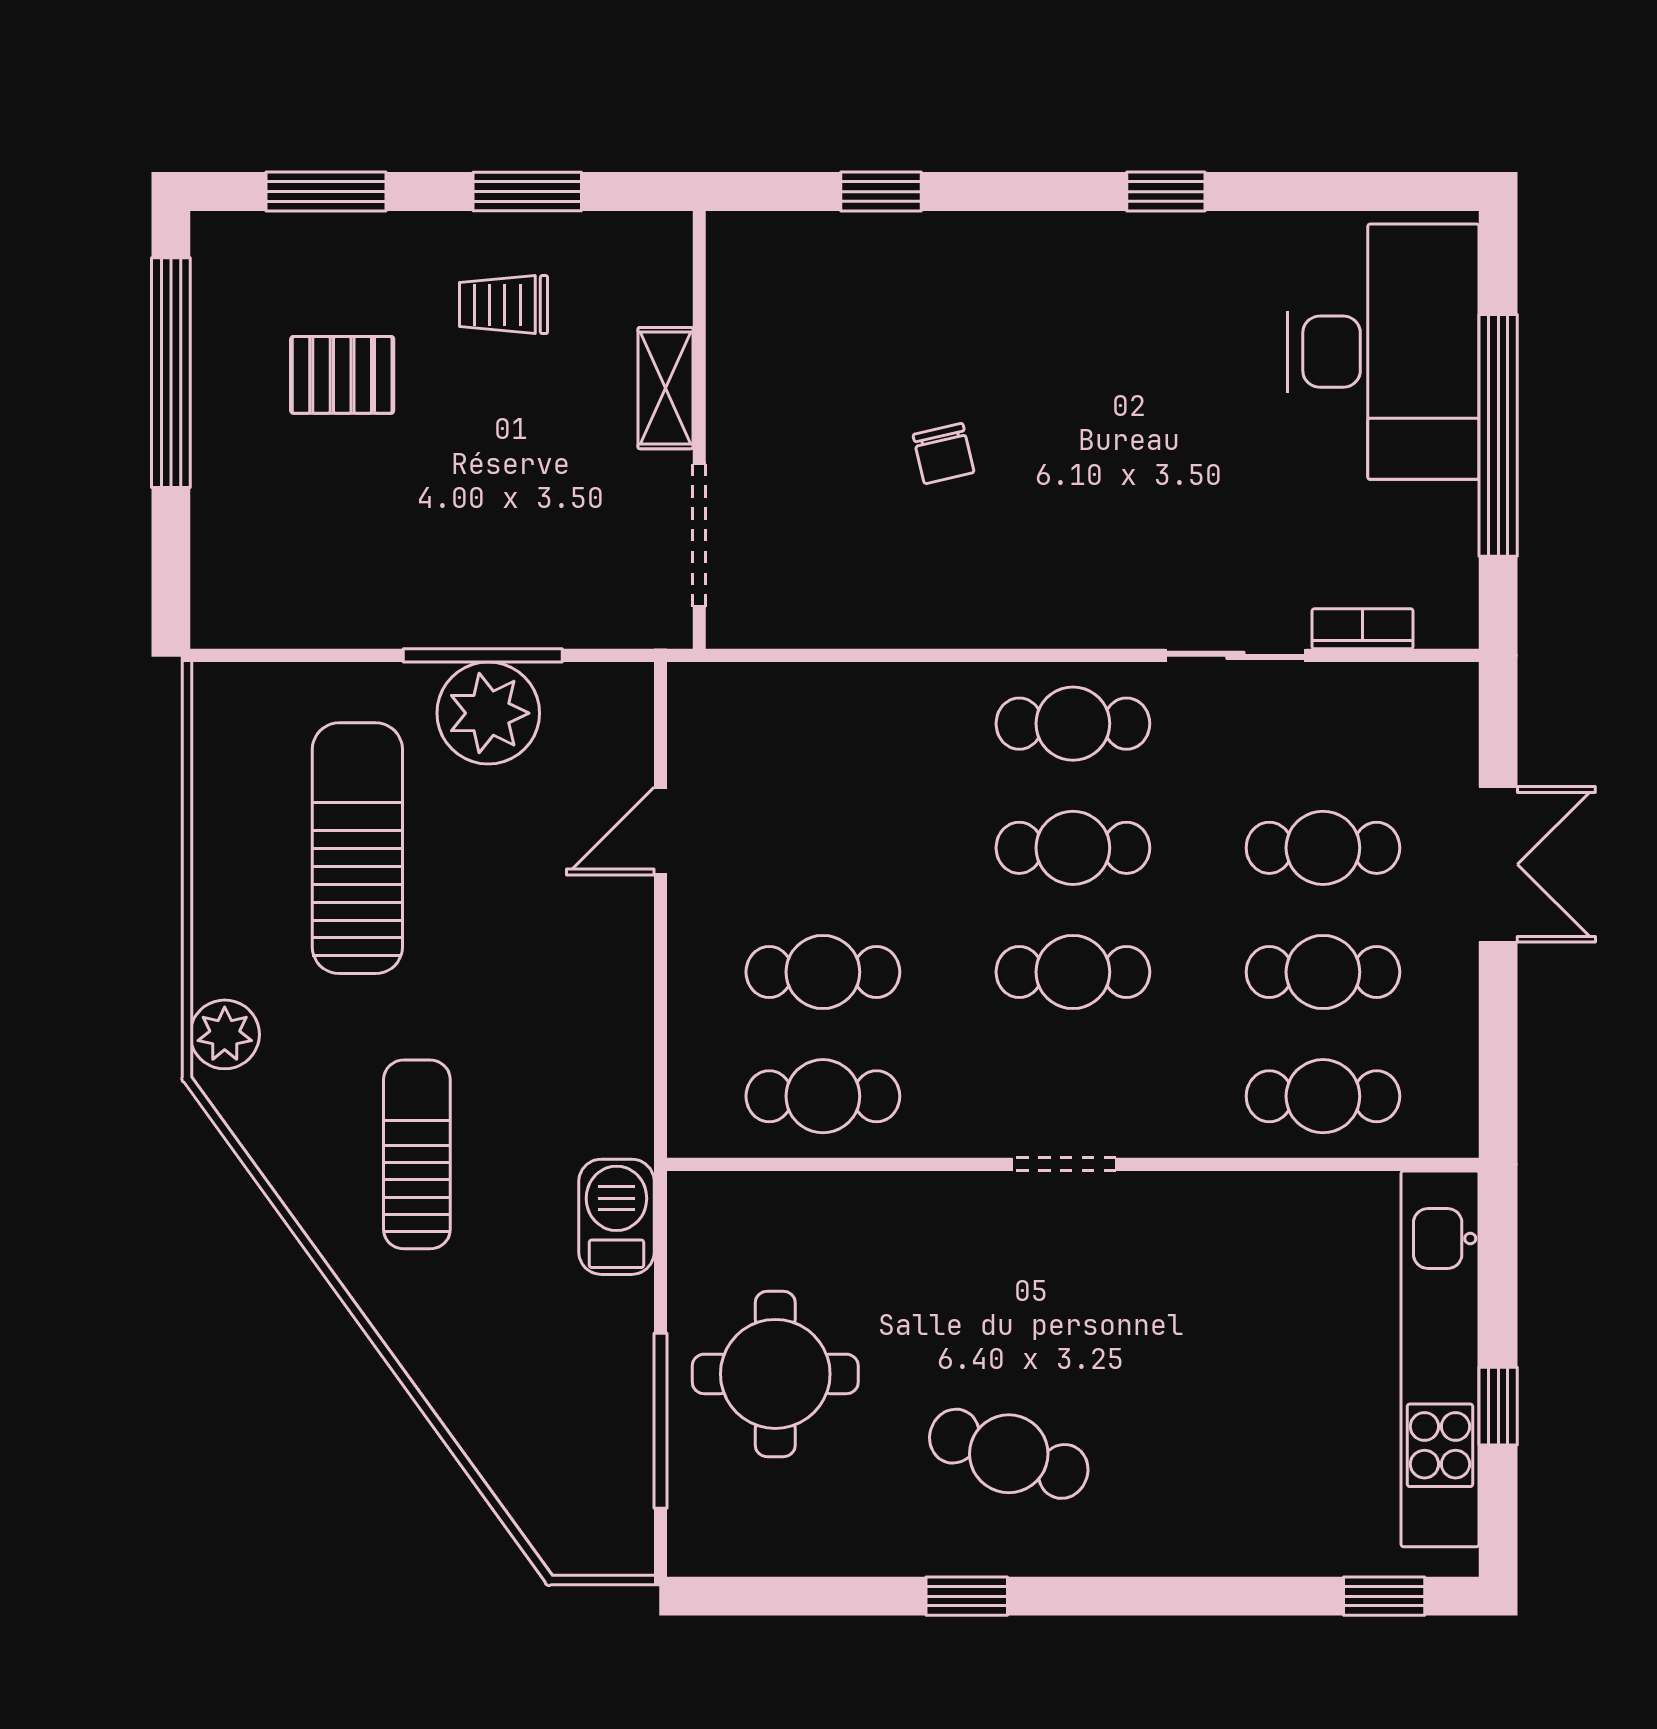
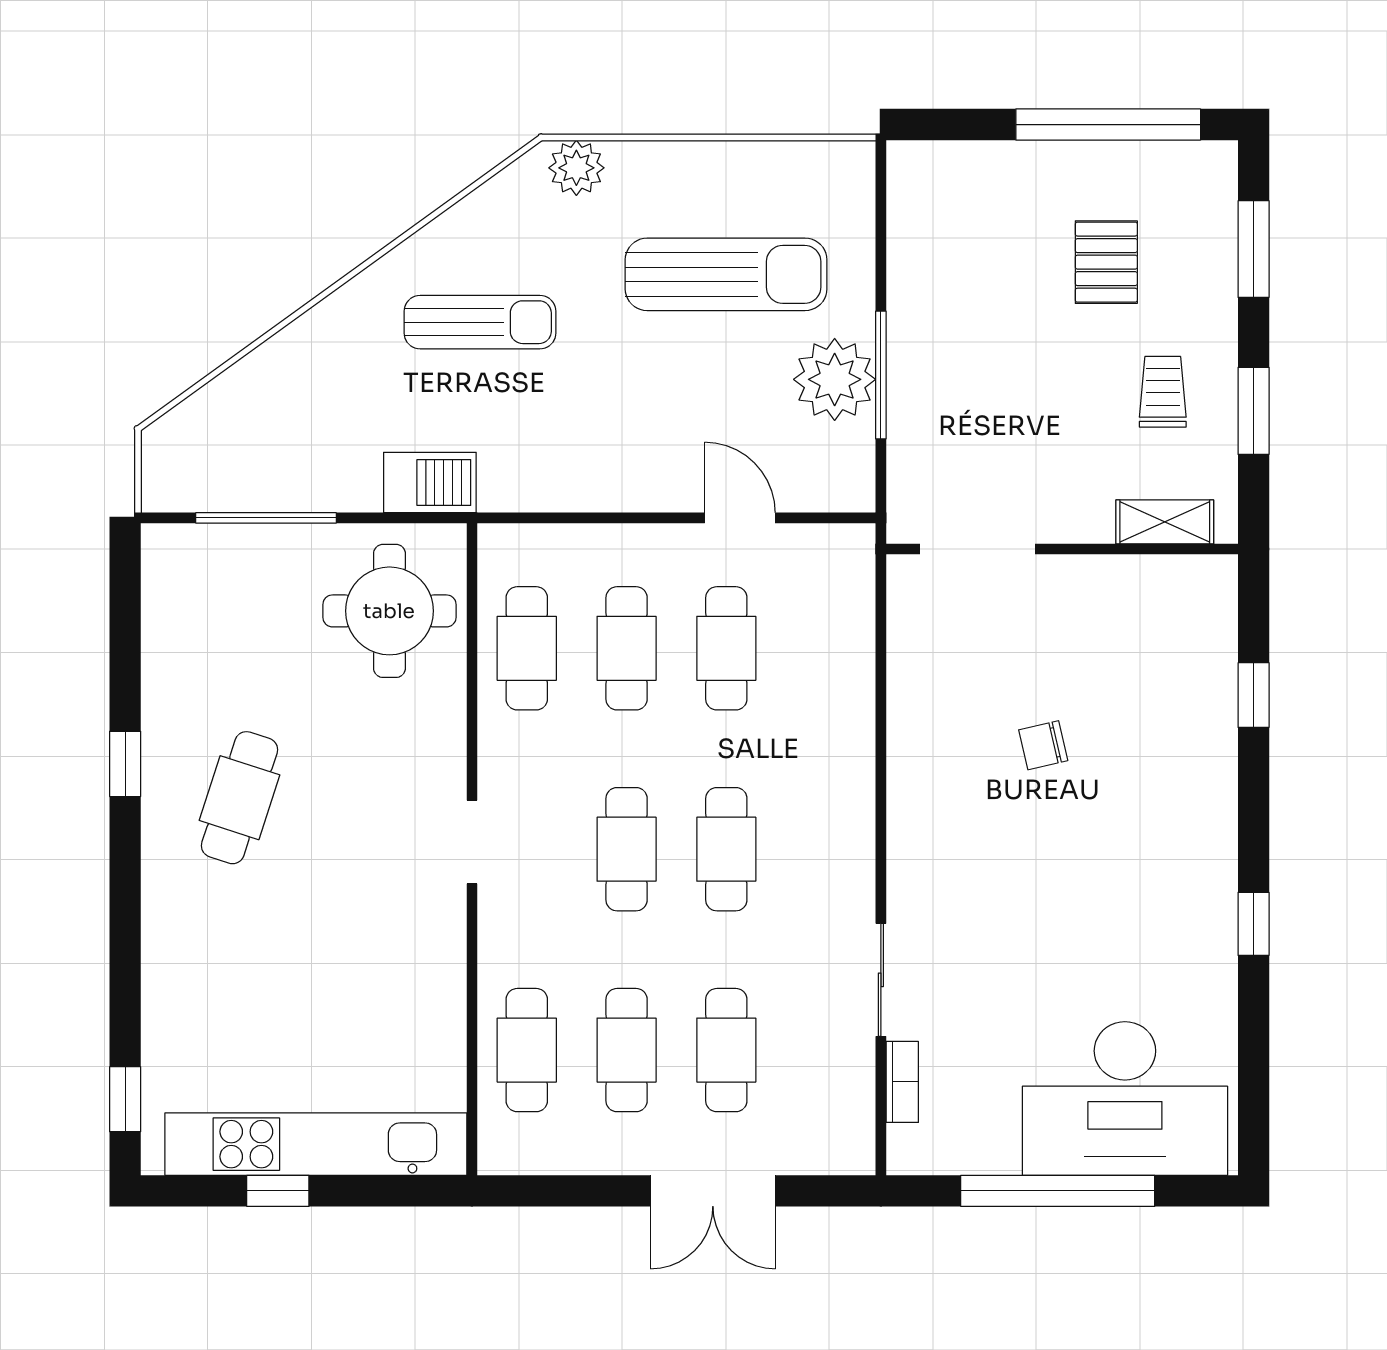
shelving: (665, 388) -> (1165, 522), moved
cafe table: (1073, 724) -> (726, 648), moved
round table: (775, 1374) -> (389, 611), moved

